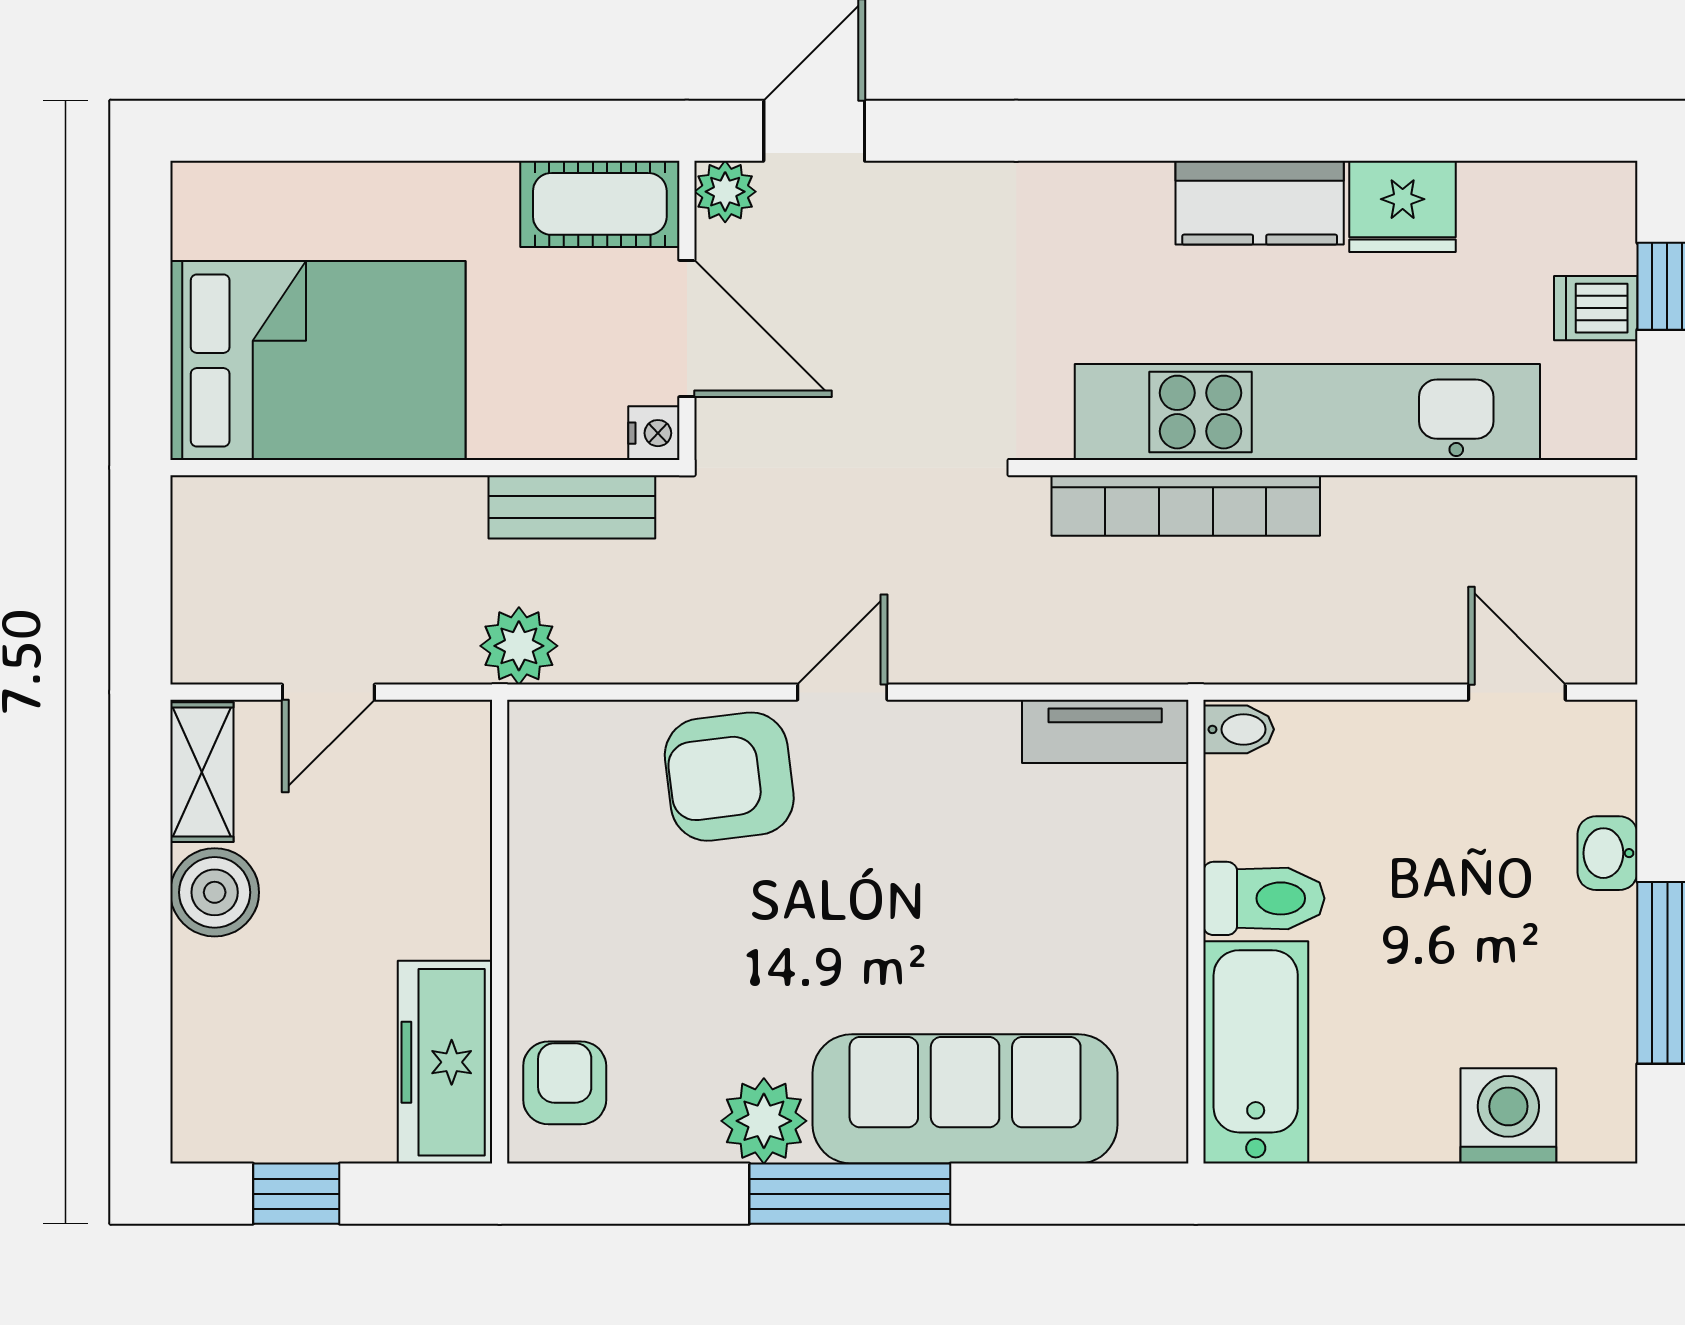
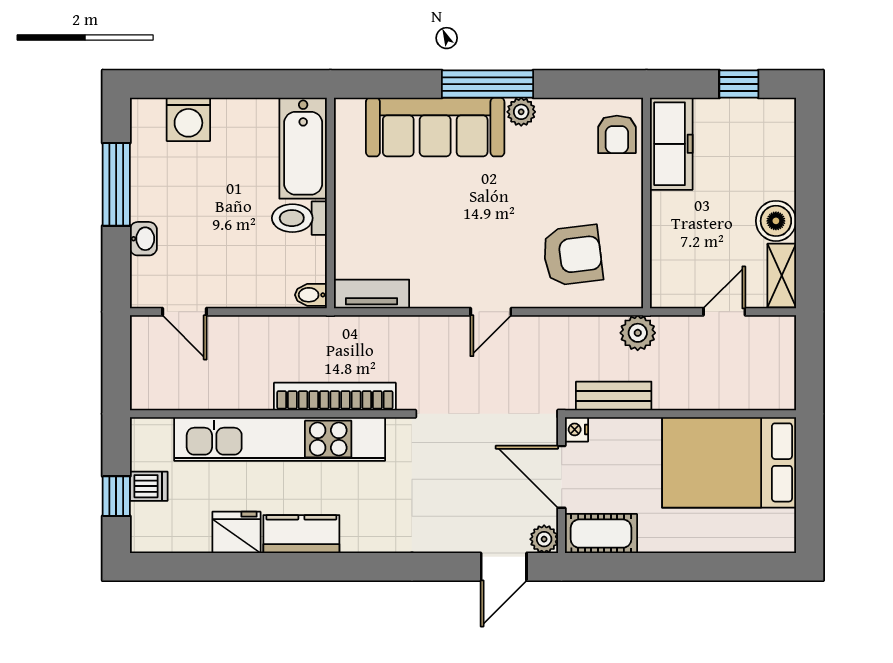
armchair: (729, 777) -> (572, 255), moved
plant: (764, 1121) -> (521, 112), width x0.73, depth x0.73

